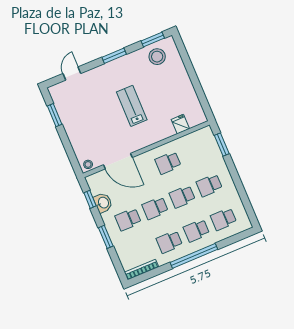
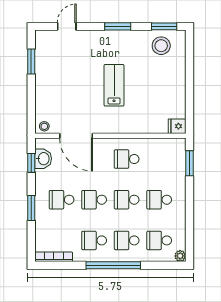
fridge: (180, 124) -> (177, 126), moved, turned -90
washbasin: (103, 203) -> (43, 159), moved
plant: (246, 225) -> (180, 256), added

